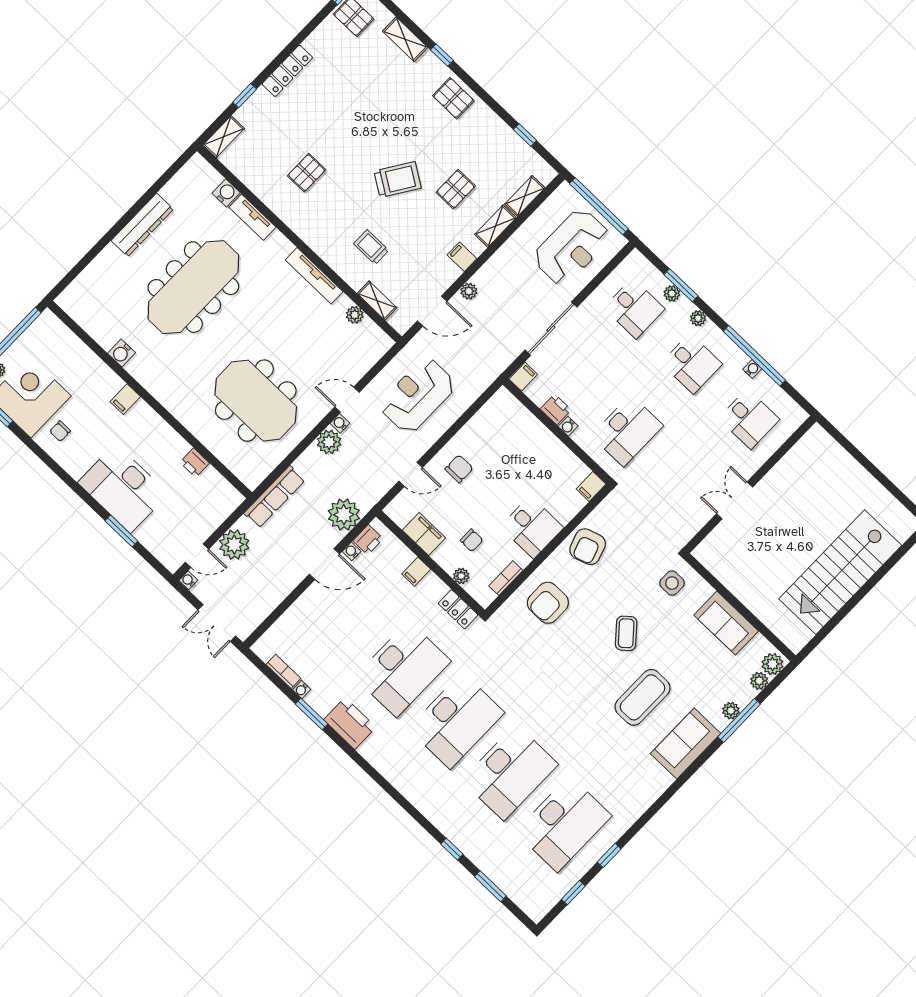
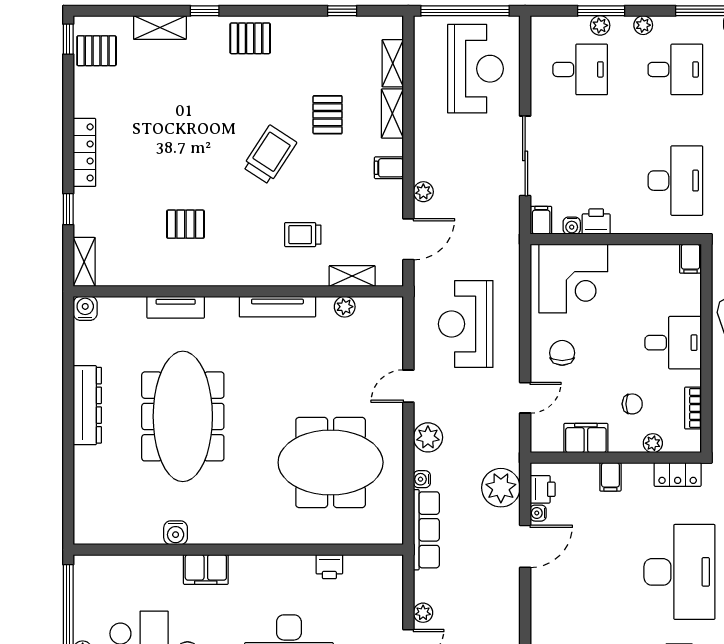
pallet: (307, 173) -> (185, 224), turned 90
water cooler: (226, 193) -> (85, 308), moved
filing cabinet: (125, 399) -> (206, 569), width x2.00
water cooler: (340, 423) -> (422, 479), moved
water cooler: (568, 426) -> (572, 226), moved
corner desk: (509, 431) -> (573, 279), added
plant: (234, 545) -> (423, 613), width x0.53, depth x0.53

